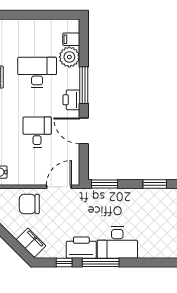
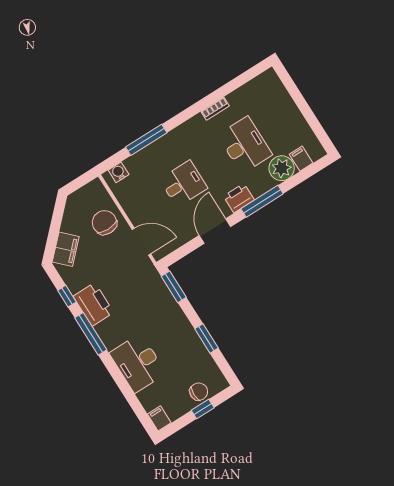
desk: (117, 243) -> (138, 363), moved

